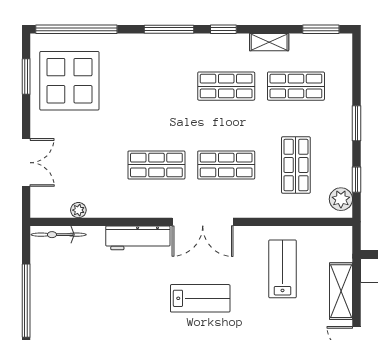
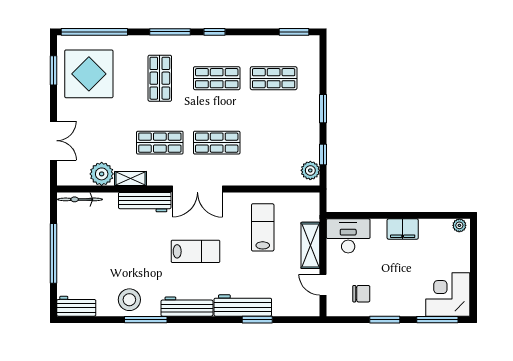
shelving: (269, 42) -> (131, 178), moved
shop shelf: (296, 165) -> (160, 78), moved
plant: (78, 210) -> (102, 174), width x1.88, depth x1.88

